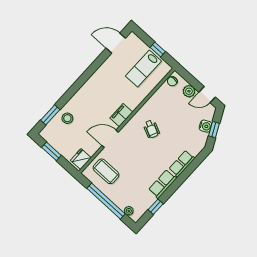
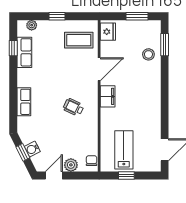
row of seats: (163, 184) -> (24, 52), moved
window: (106, 201) -> (57, 16), width x0.32

